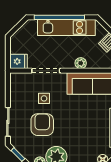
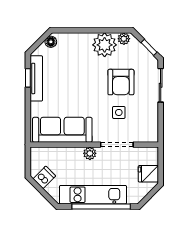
fridge: (19, 61) -> (148, 174), moved
plant: (81, 63) -> (90, 153), moved

